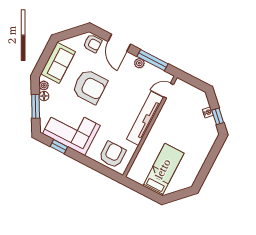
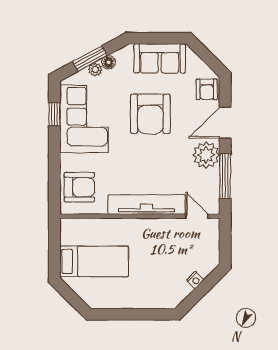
plant: (139, 63) -> (206, 155), width x1.88, depth x1.88
plant: (44, 85) -> (95, 69), moved
window: (218, 116) -> (197, 295), removed

